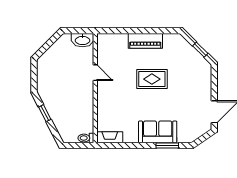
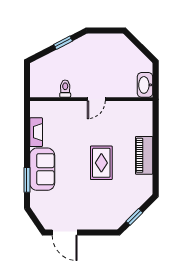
door: (95, 73) -> (96, 99), moved
fireplace: (110, 137) -> (36, 132), moved
toilet: (86, 138) -> (65, 89), moved

